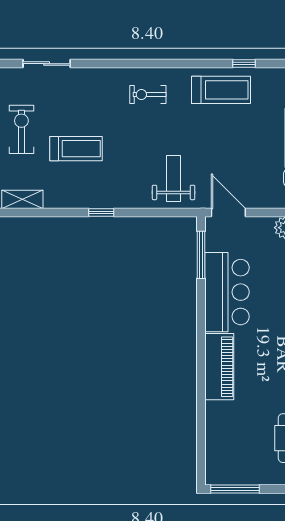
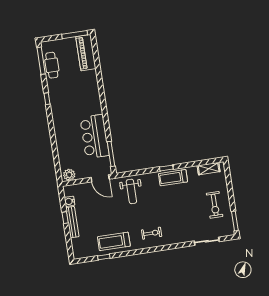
treadmill: (76, 149) -> (173, 178), moved
piano: (219, 367) -> (86, 53), moved

